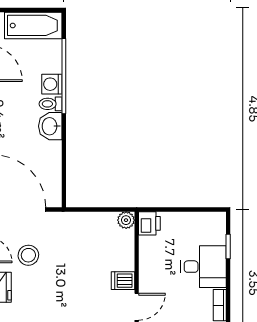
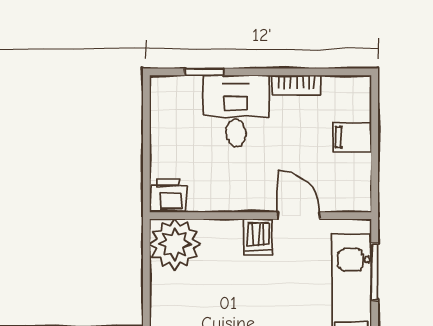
plant: (126, 220) -> (175, 244), width x1.88, depth x1.88

